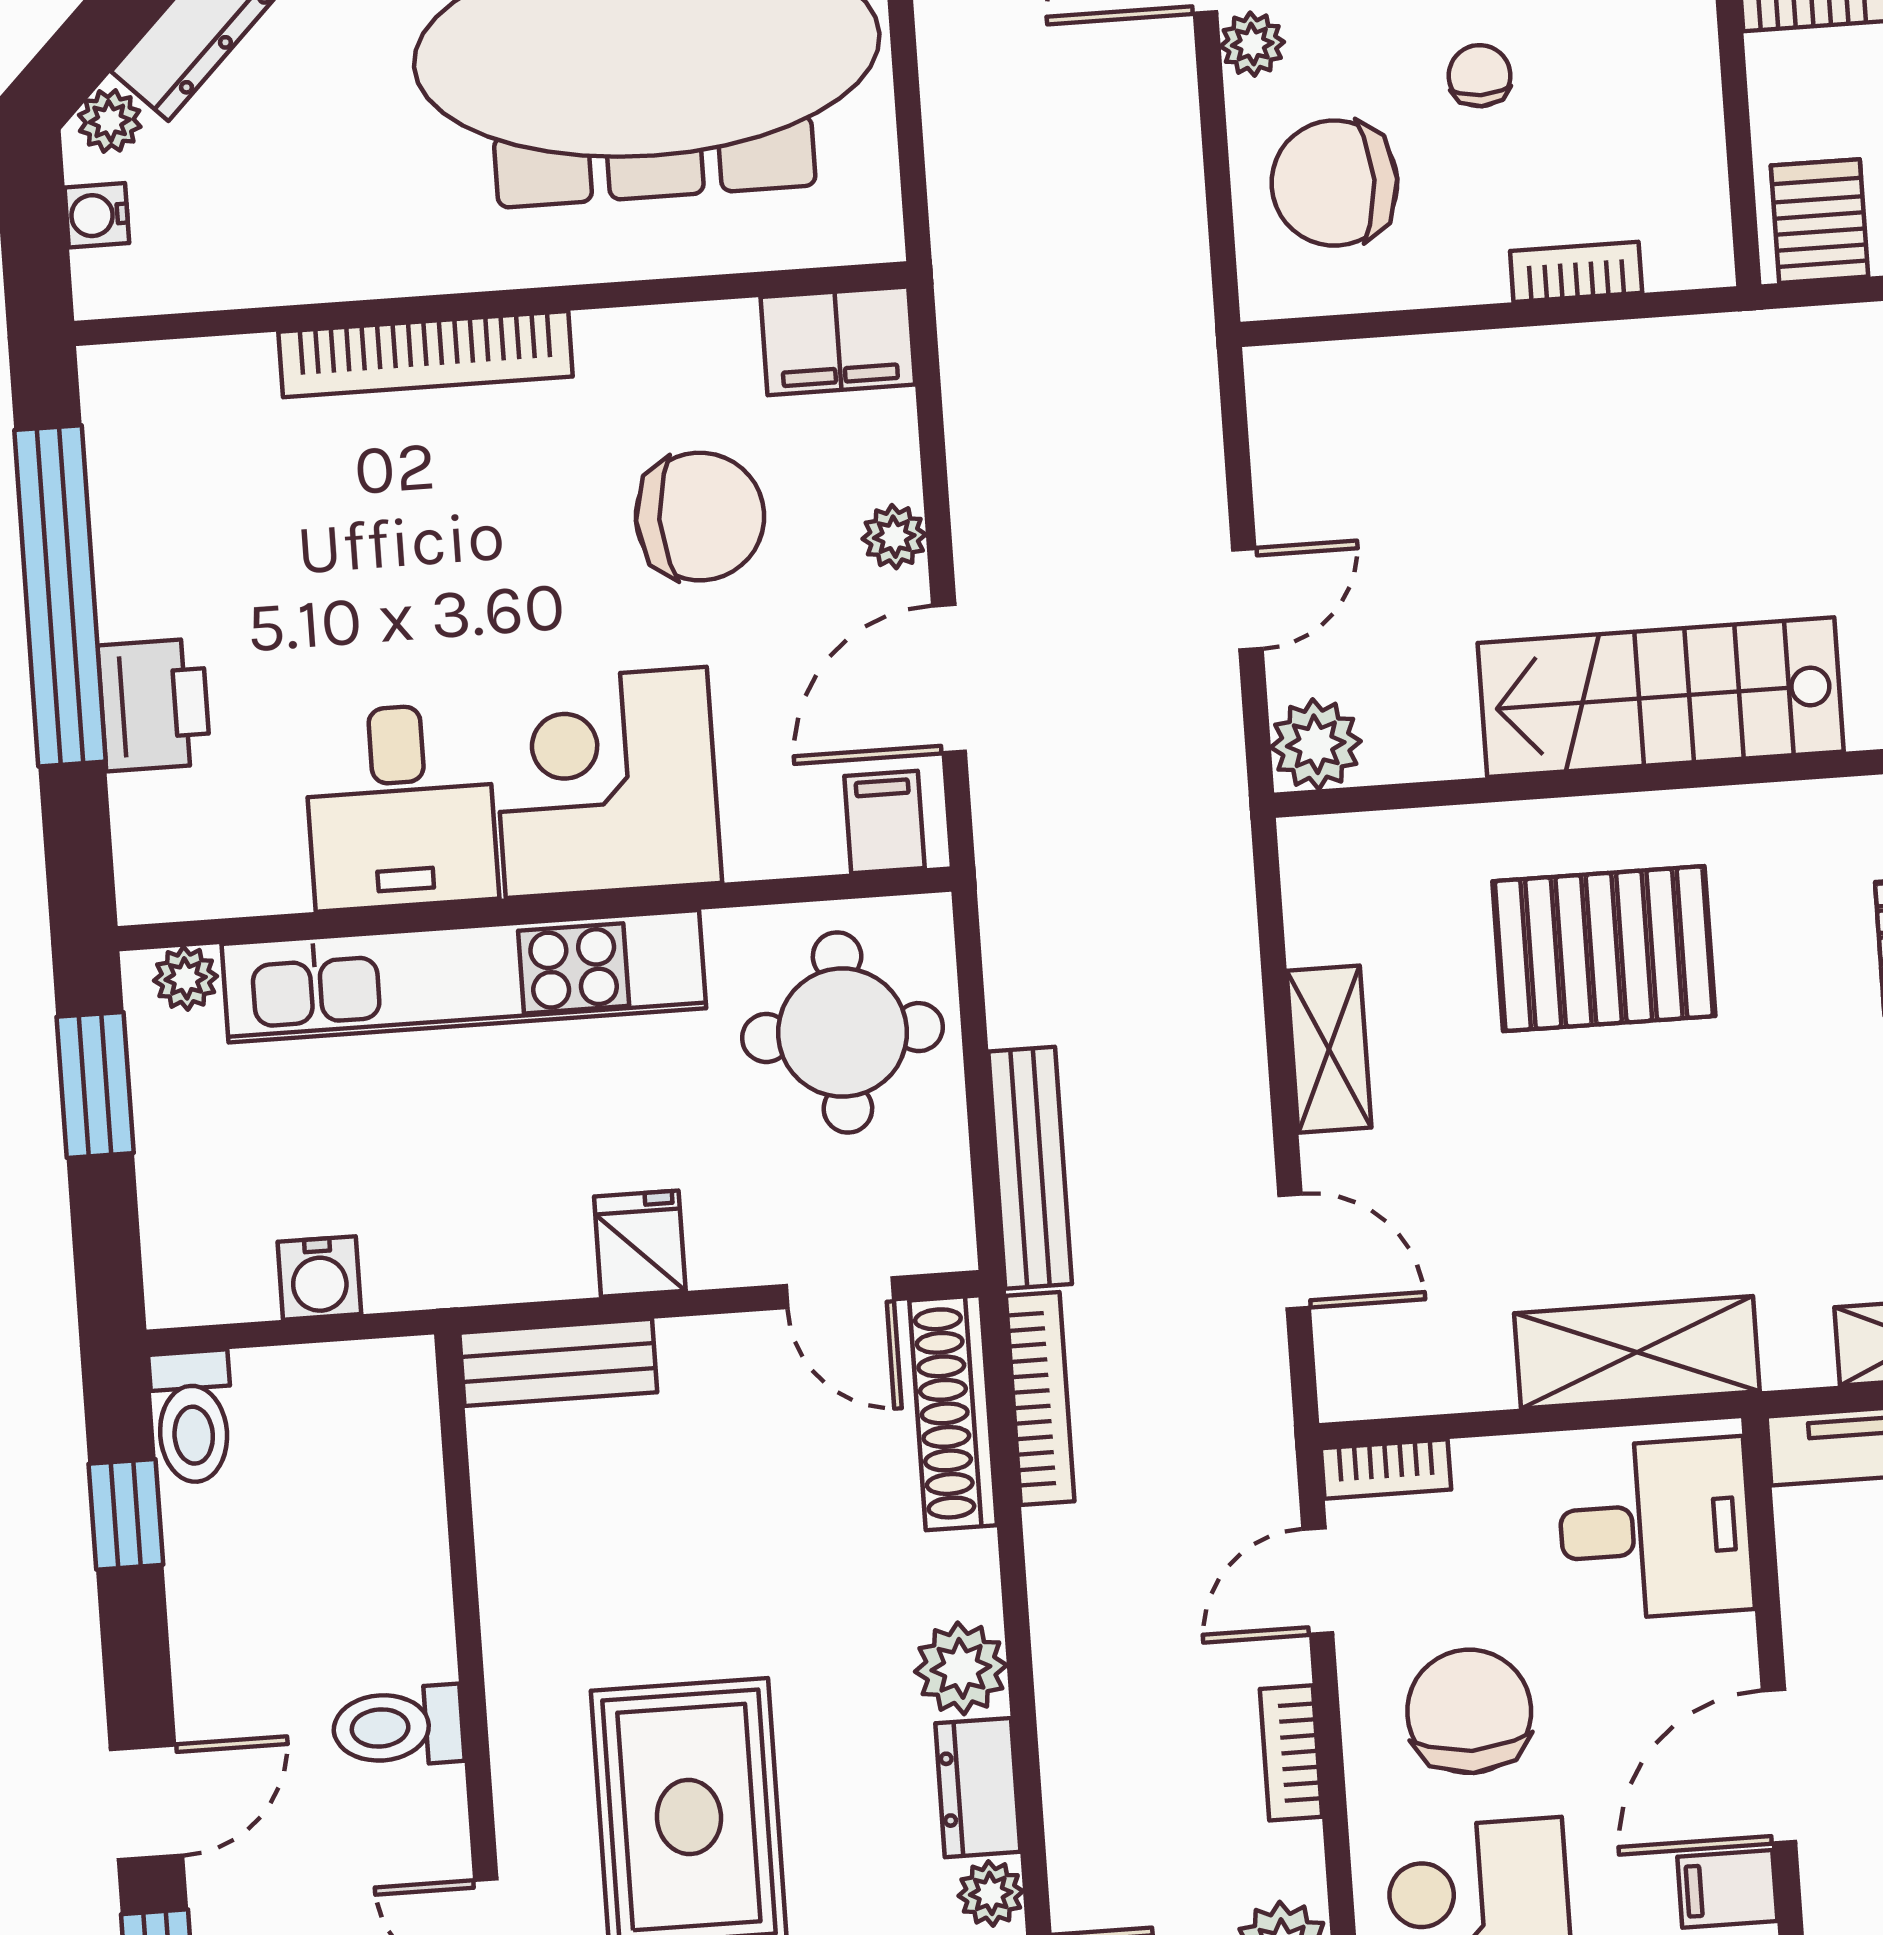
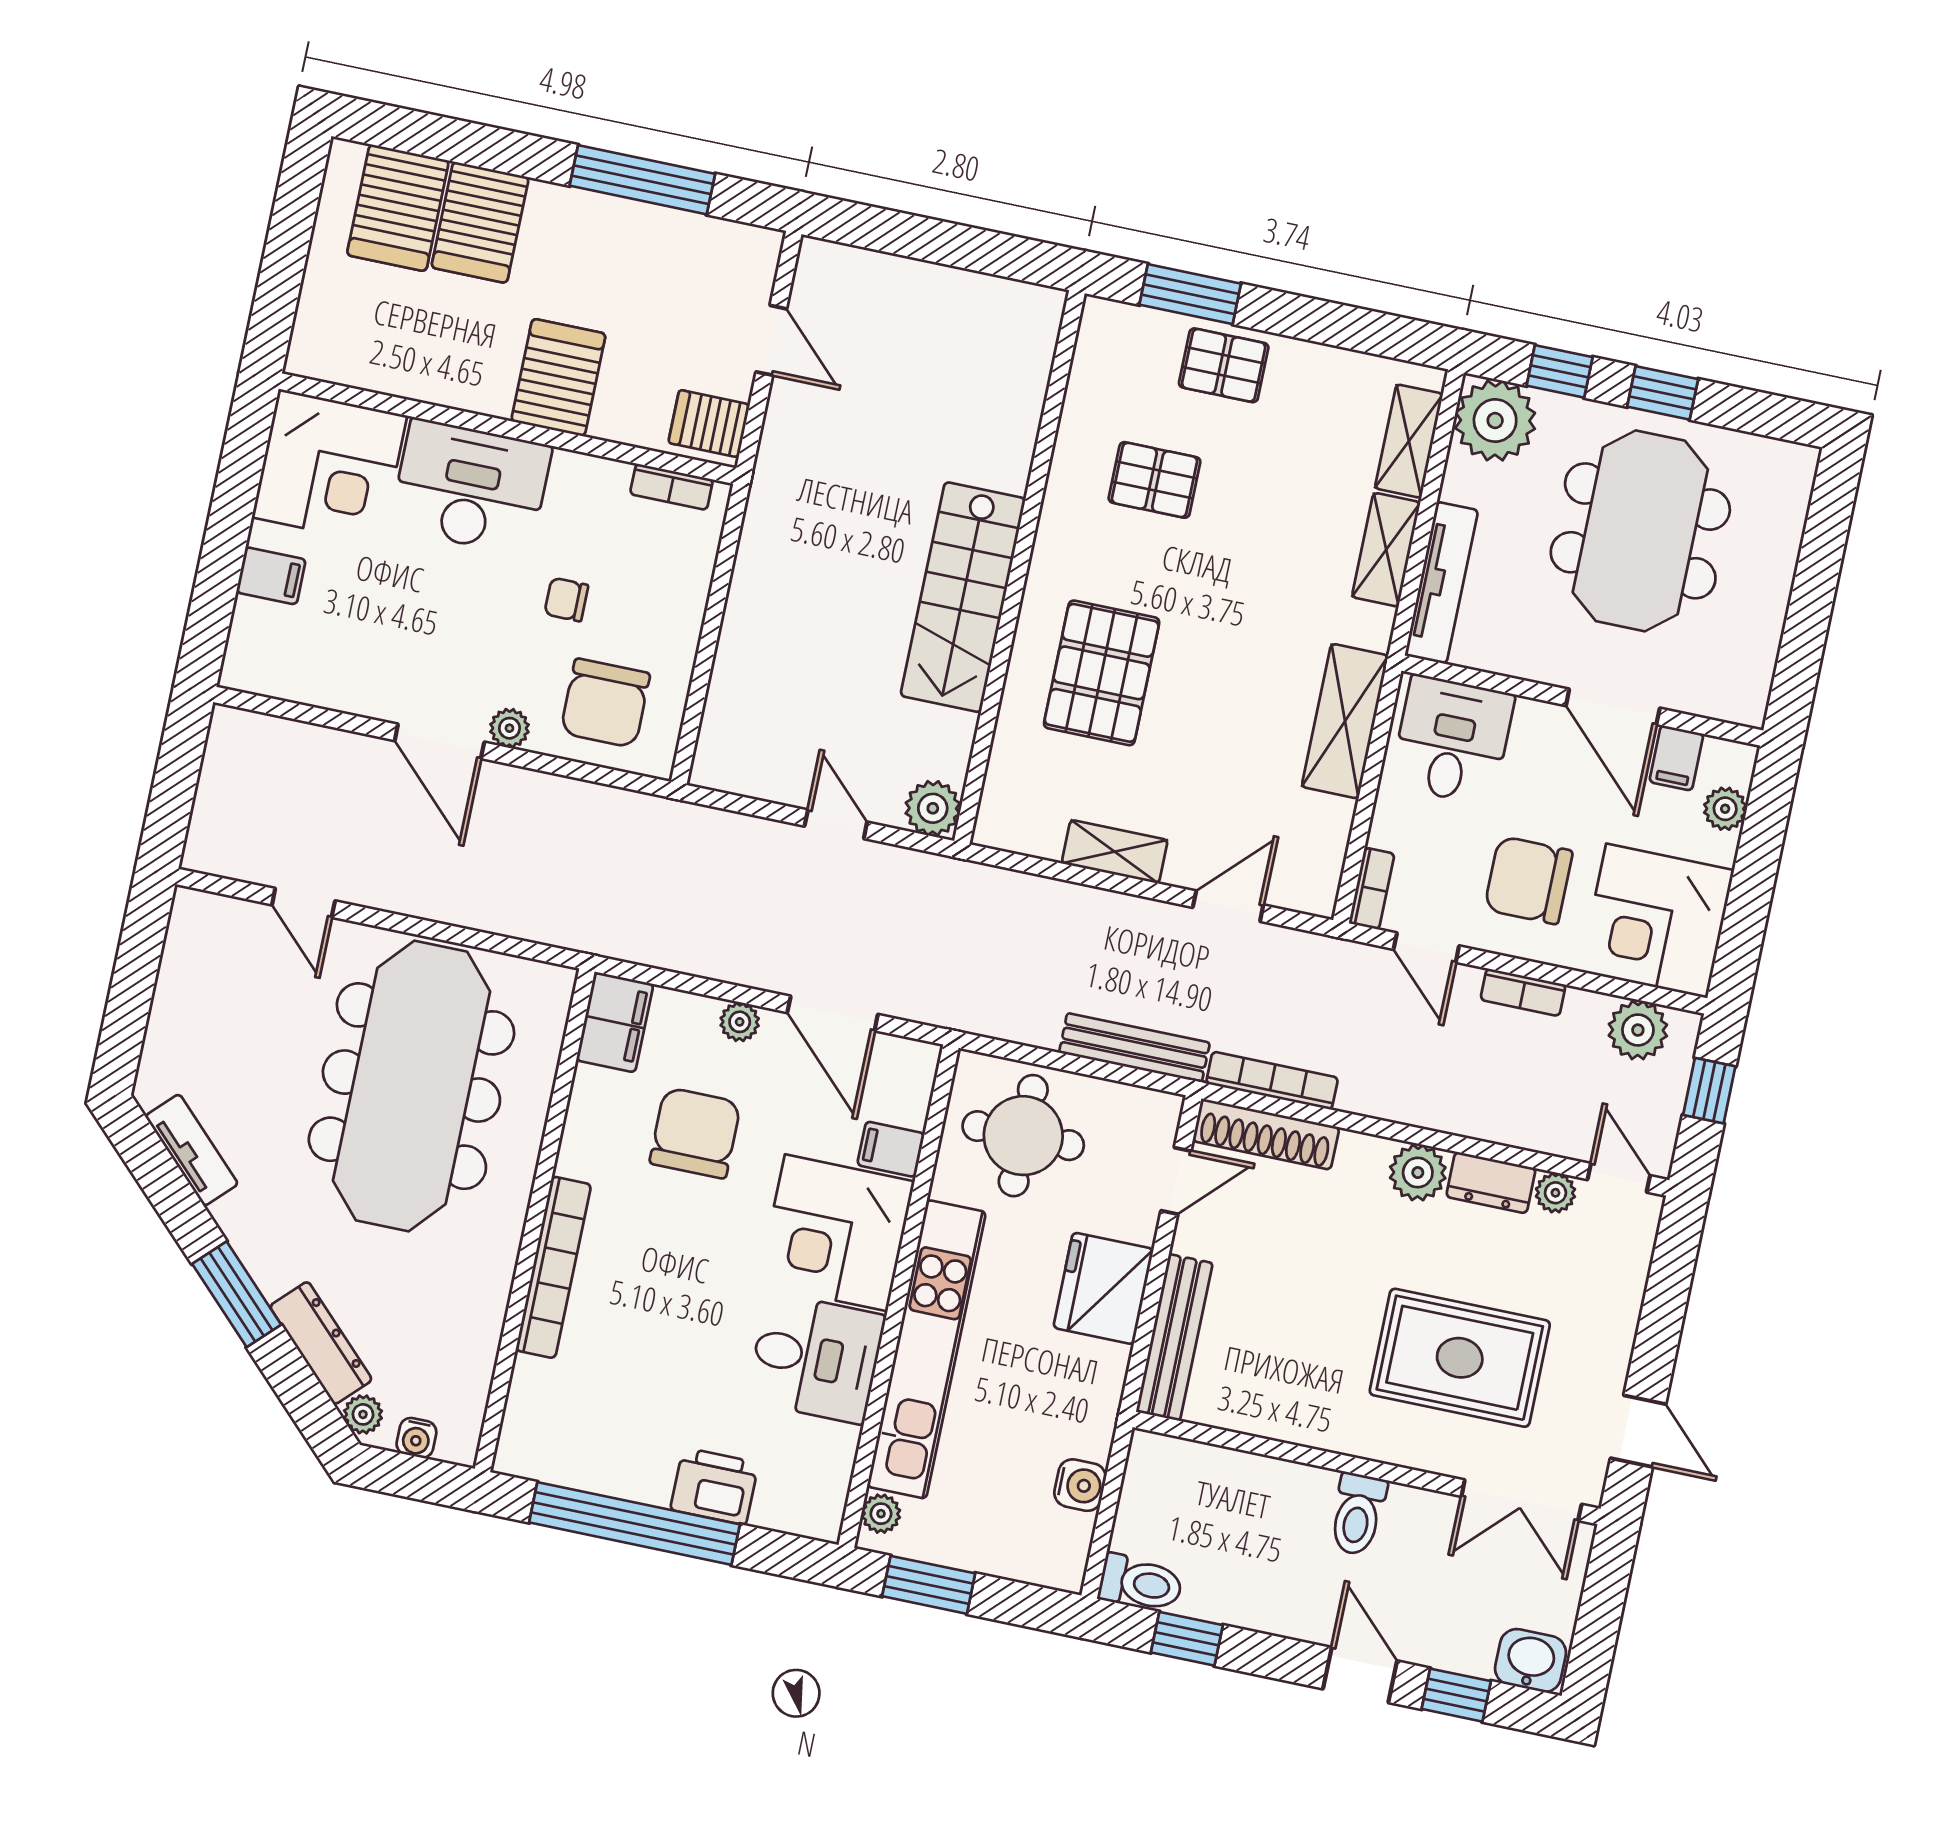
bookcase: (1576, 272) -> (671, 487), moved, turned -90
filing cabinet: (885, 822) -> (891, 1149), moved
fridge: (640, 1244) -> (1103, 1288), width x1.88, depth x1.34
bench: (558, 1362) -> (1174, 1337), width x1.36

